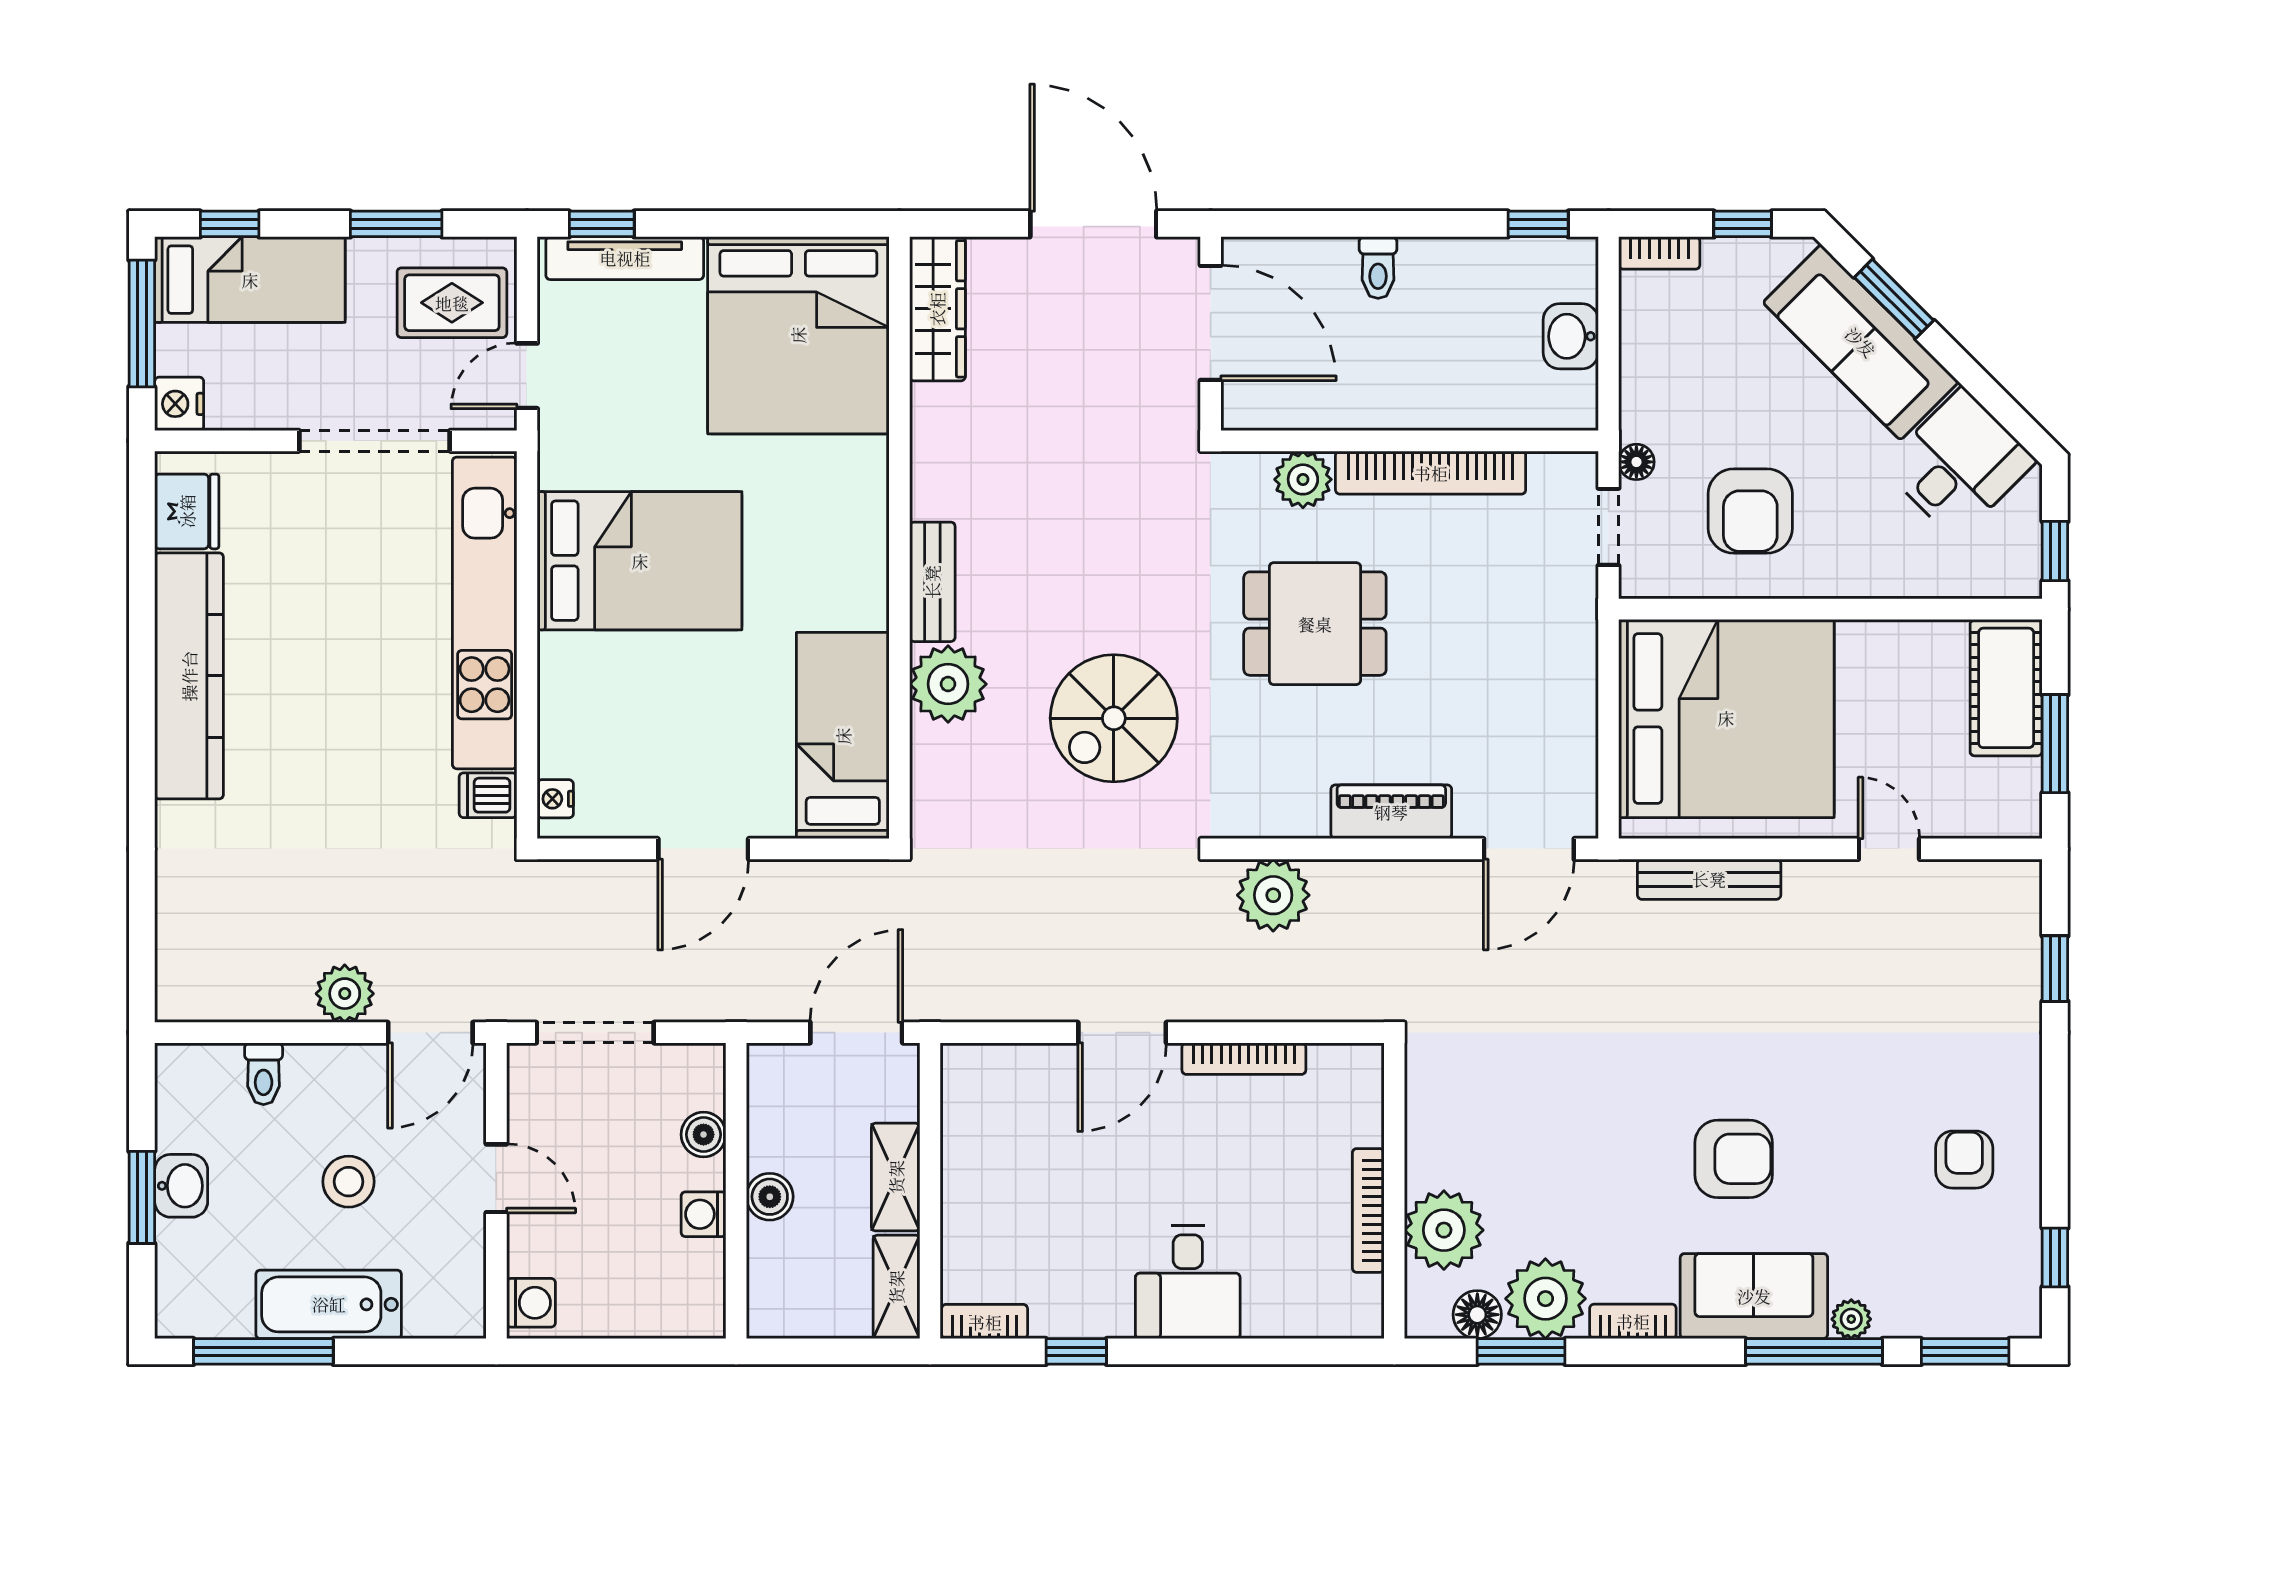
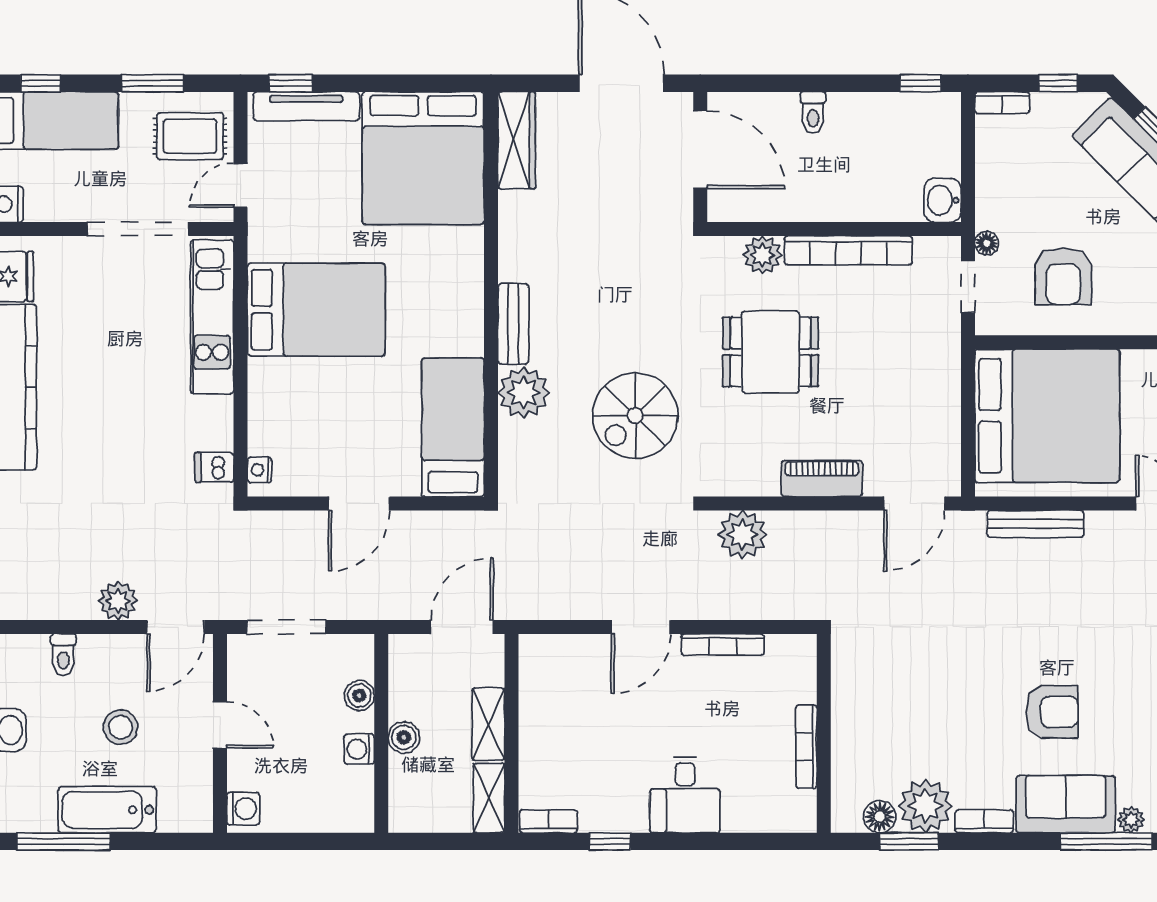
washbasin: (1571, 336) -> (942, 200), moved
kitchen unit: (485, 613) -> (212, 317), width x0.73
plant: (1444, 1230) -> (857, 760), removed

